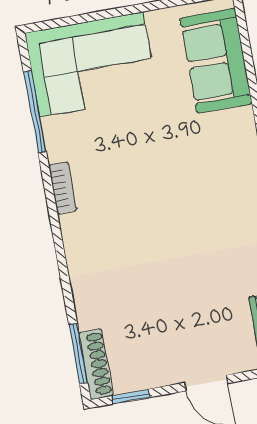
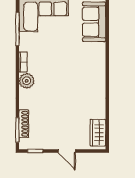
plant: (79, 232) -> (27, 81), added
shoe rack: (96, 364) -> (24, 124), moved

